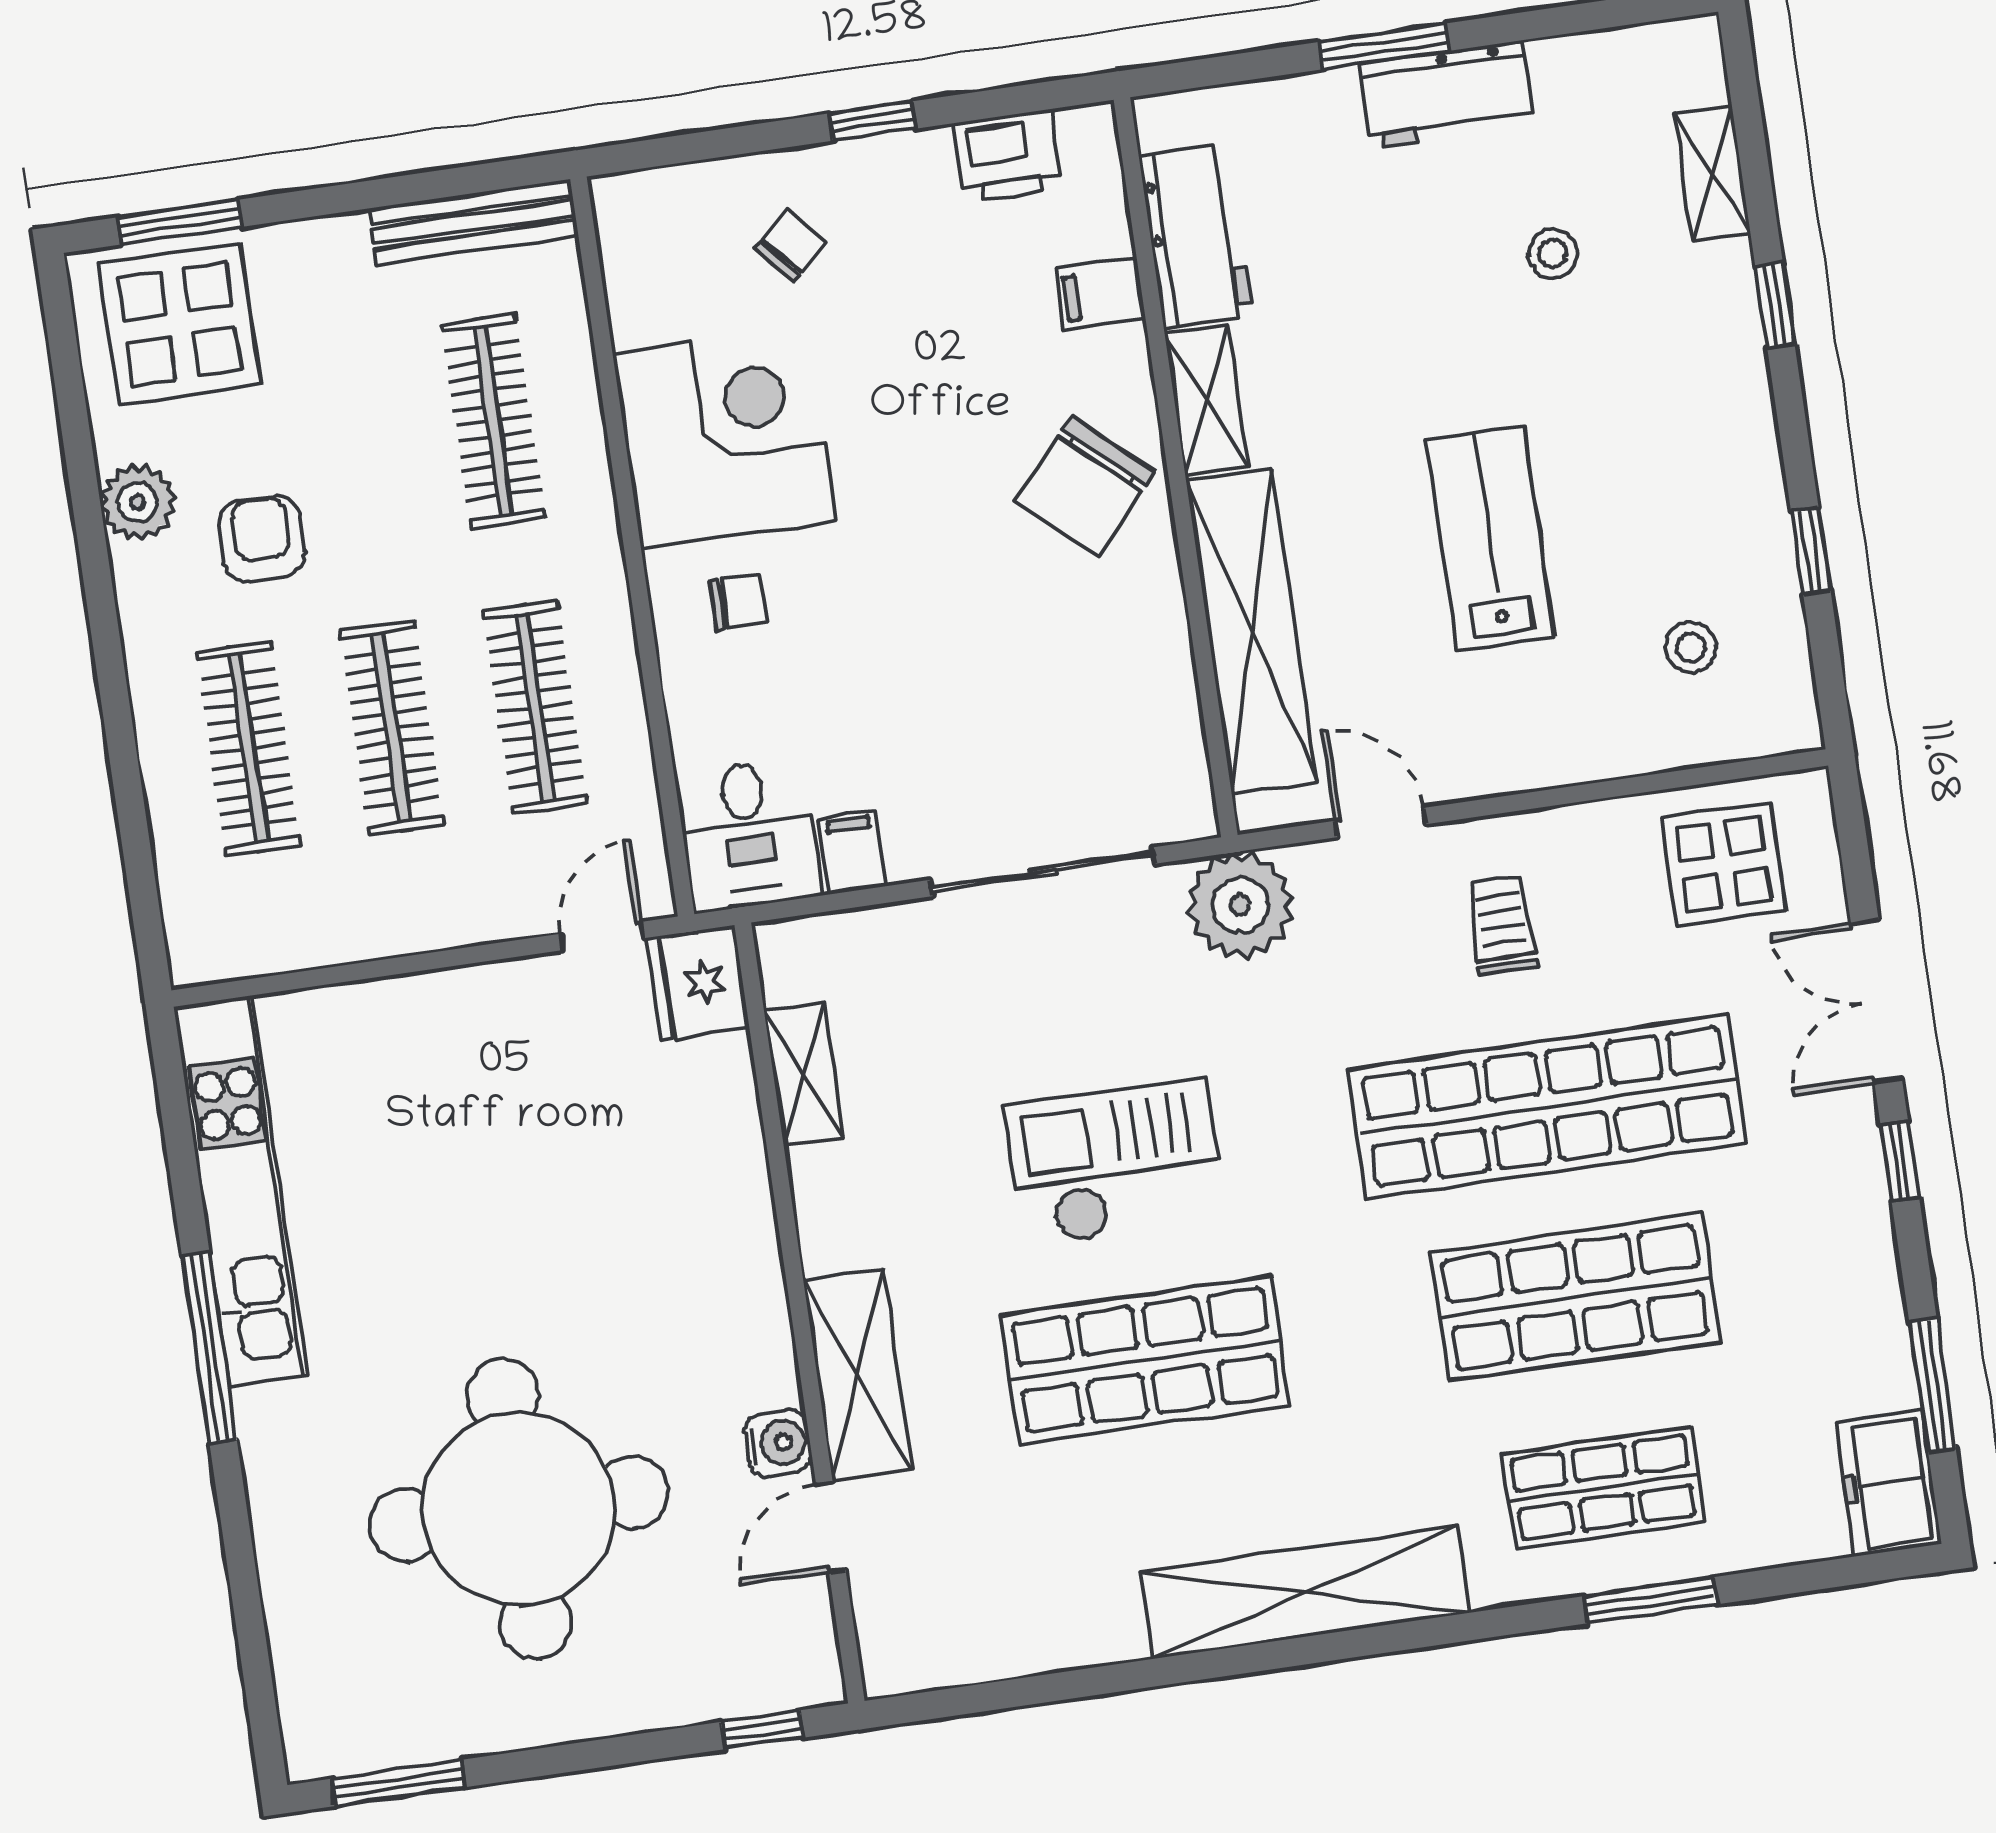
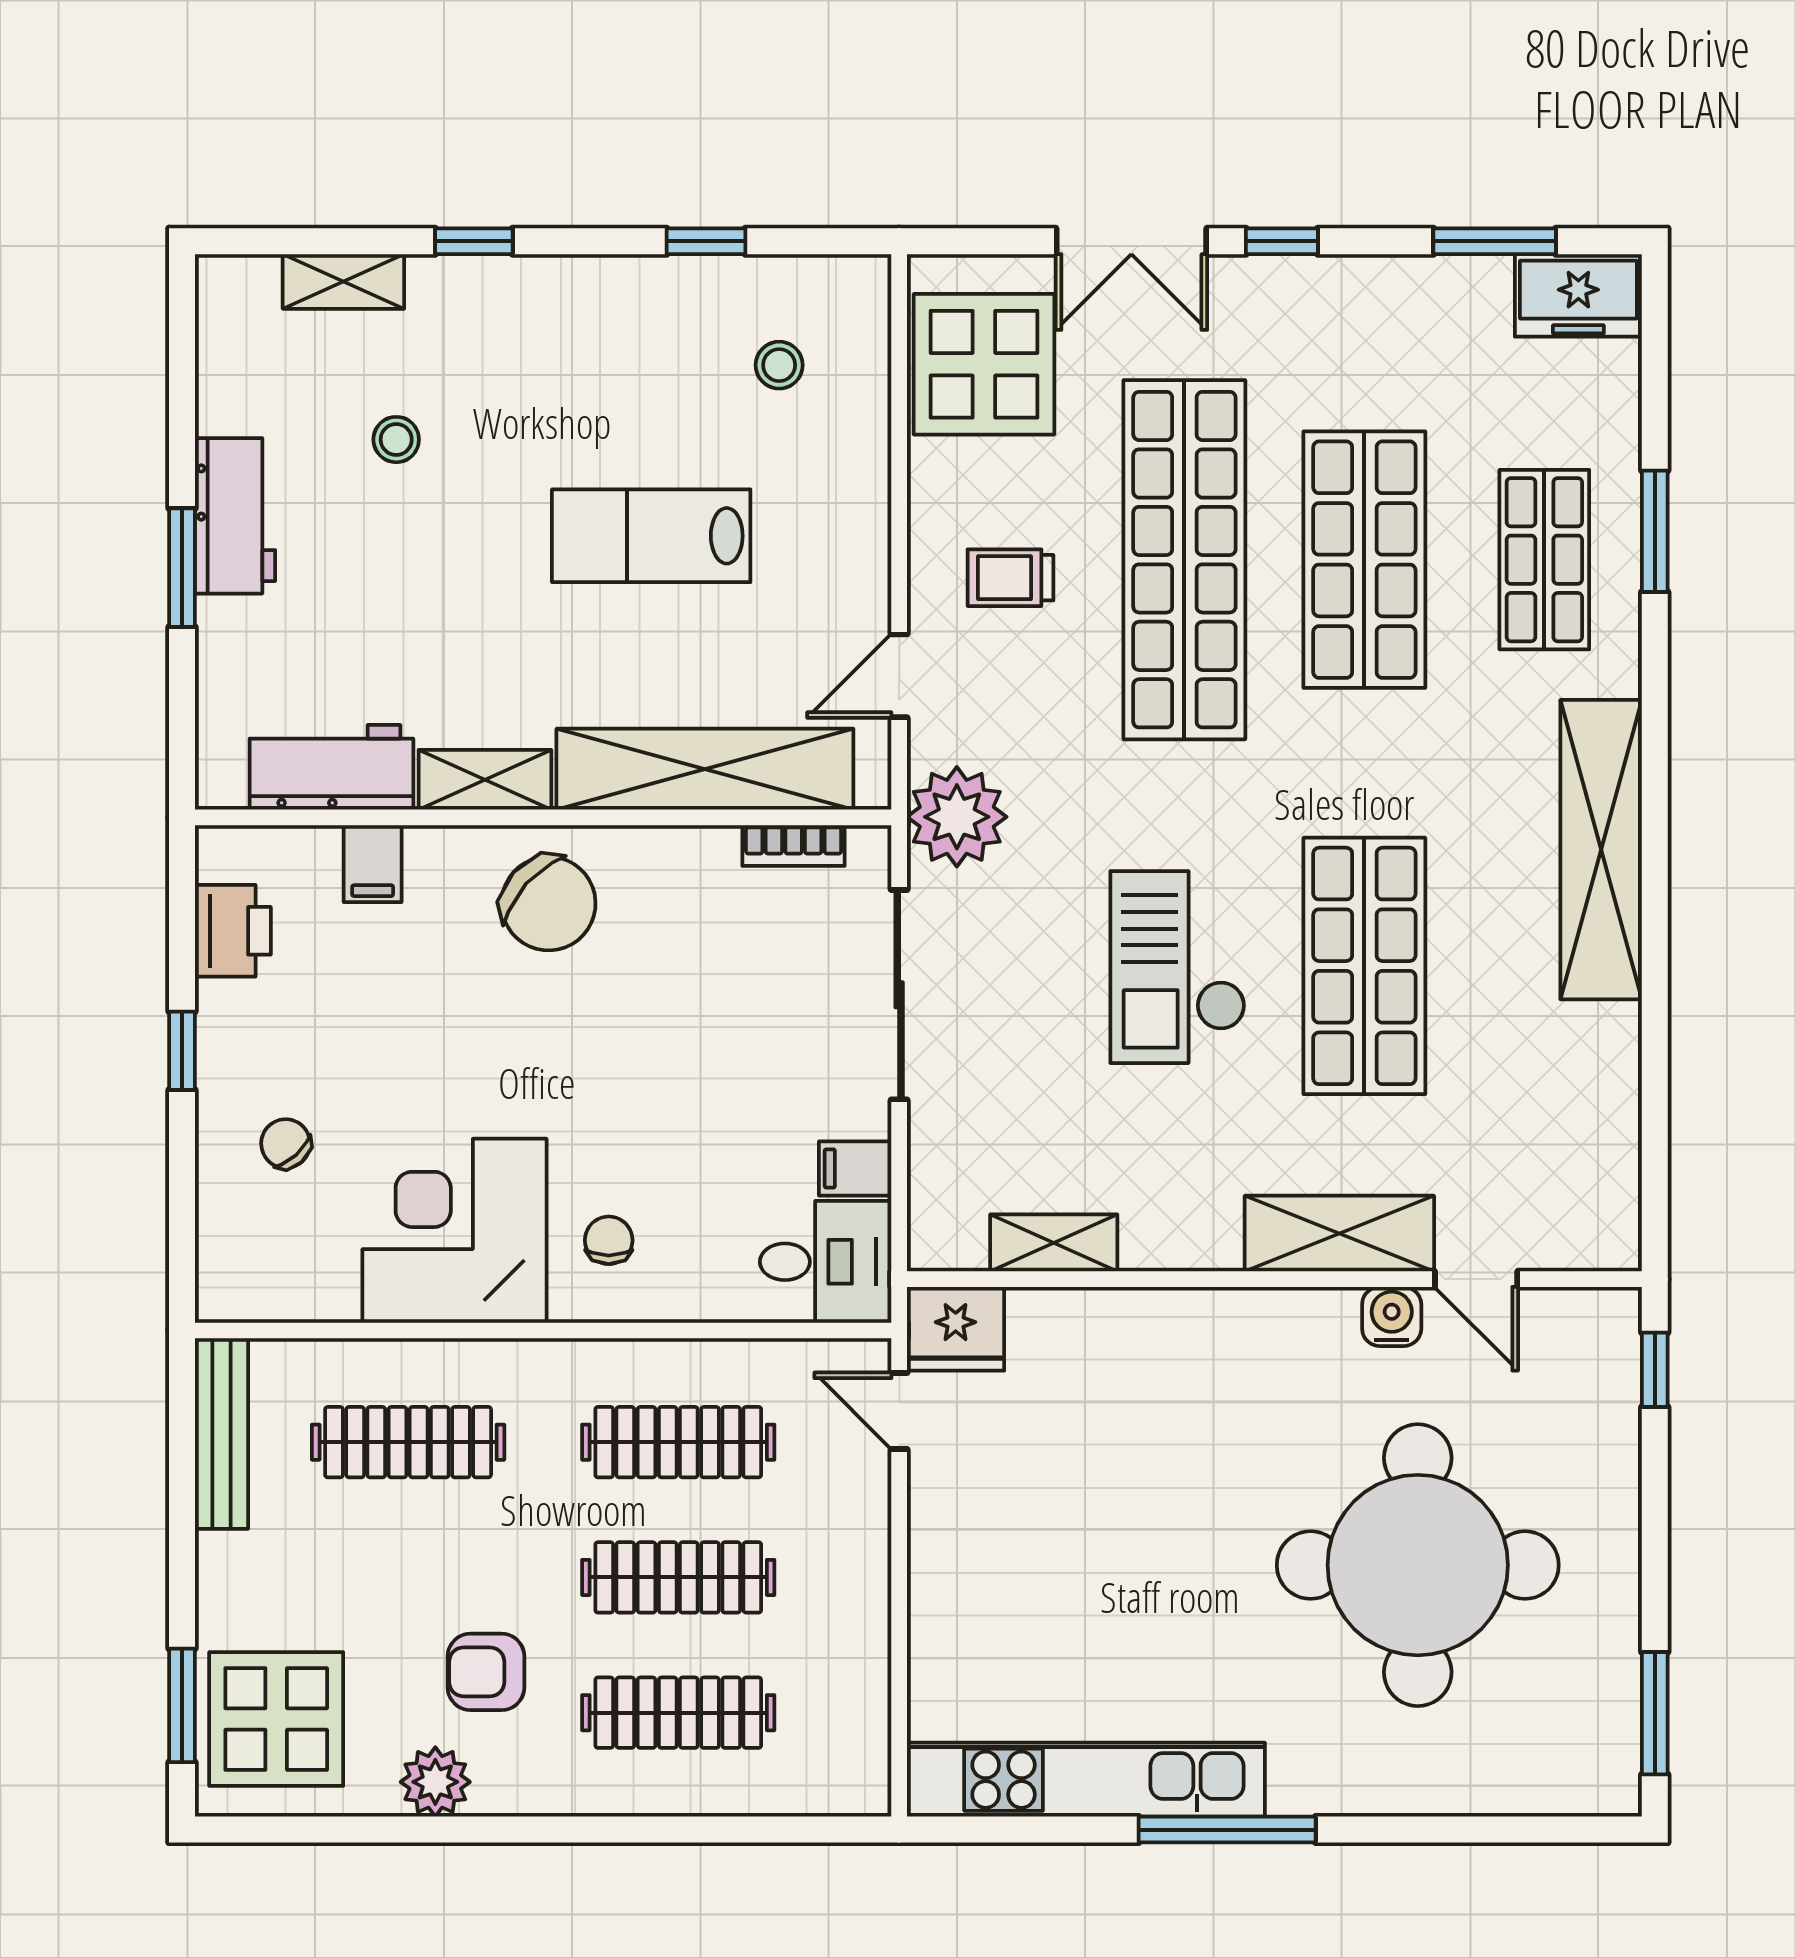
bookcase: (1185, 737) -> (794, 845), added
display table: (1724, 864) -> (984, 364), width x1.36, depth x1.36

